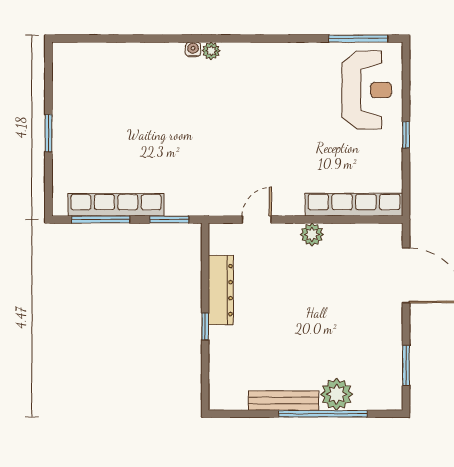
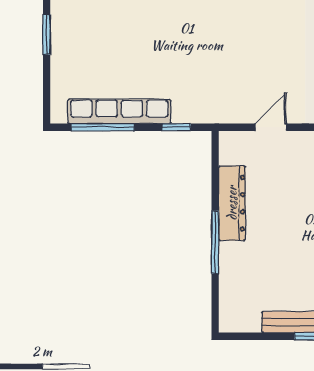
window: (169, 220) -> (176, 127), width x0.67
window: (205, 326) -> (215, 242), width x2.17

